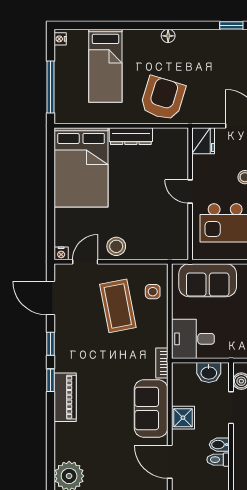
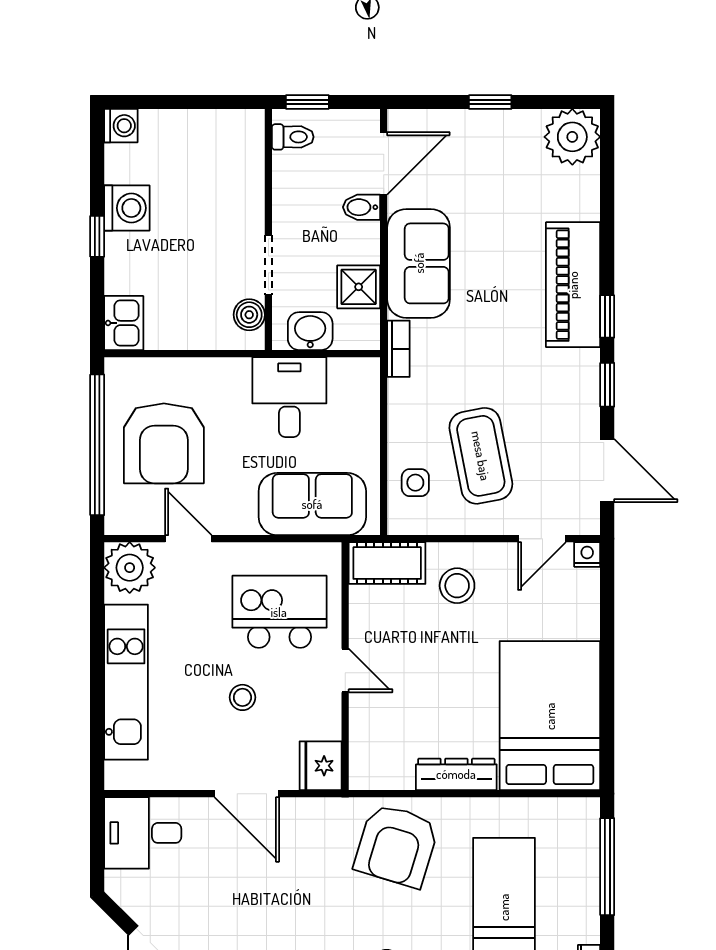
stool: (116, 246) -> (457, 586), moved
cot: (168, 249) -> (387, 563), added
desk: (193, 339) -> (289, 397), moved, turned -90
piano: (65, 397) -> (573, 285), width x1.37, depth x1.33
shower: (183, 418) -> (359, 287), moved
bidet: (219, 445) -> (362, 207), moved, turned 180
toilet: (218, 460) -> (293, 137), moved
door: (170, 462) -> (384, 163), hinge flipped

